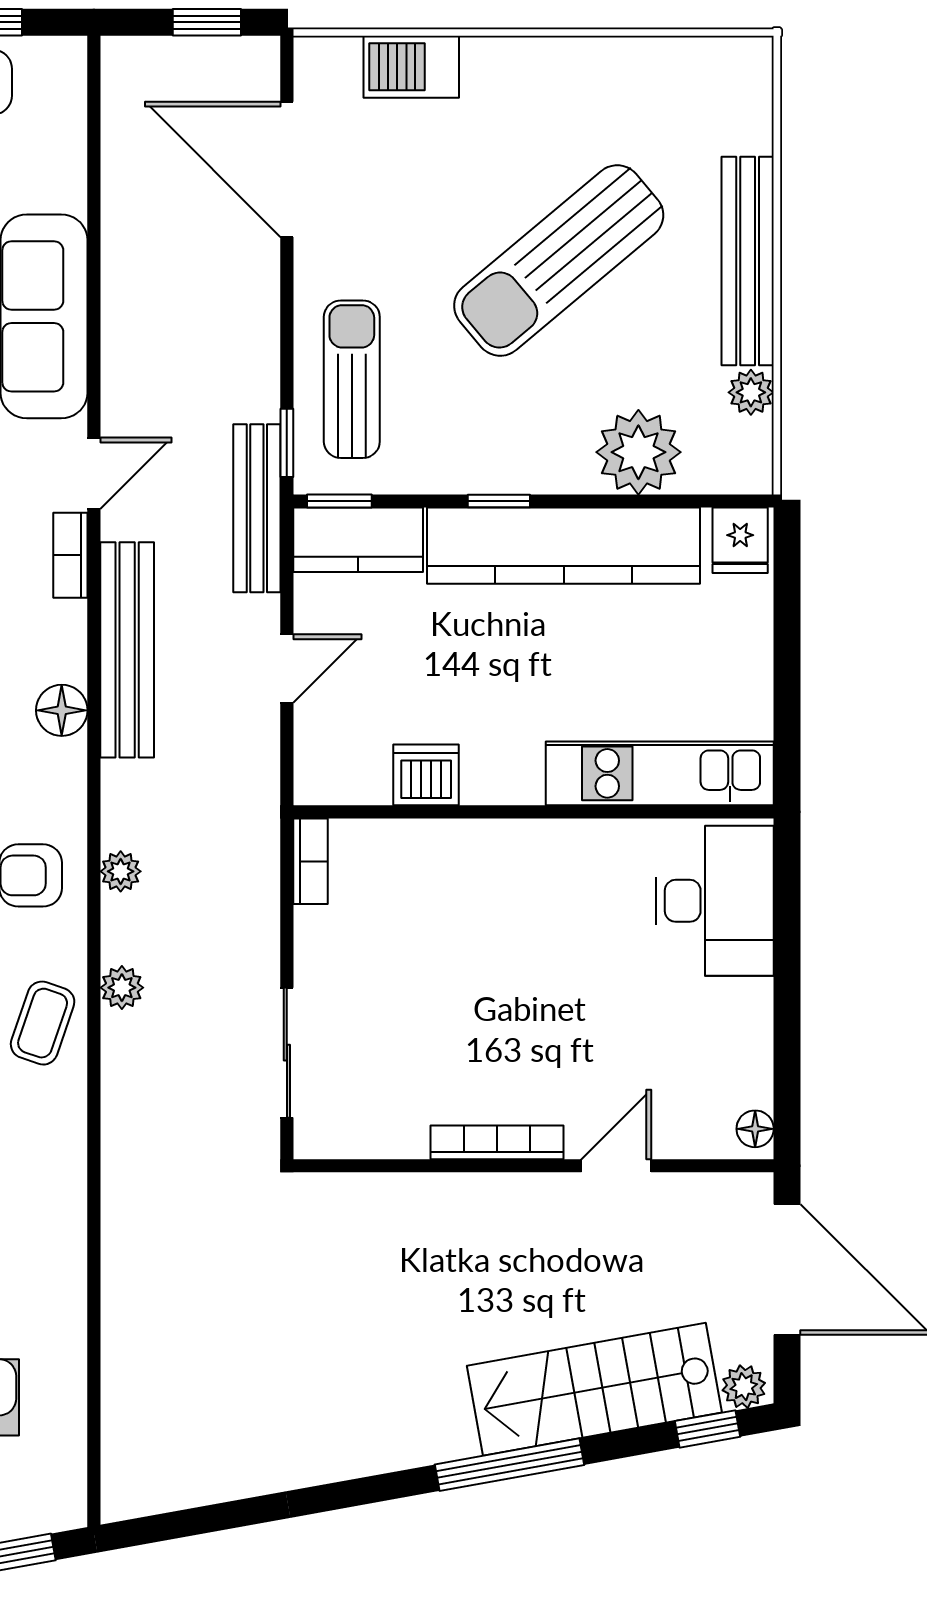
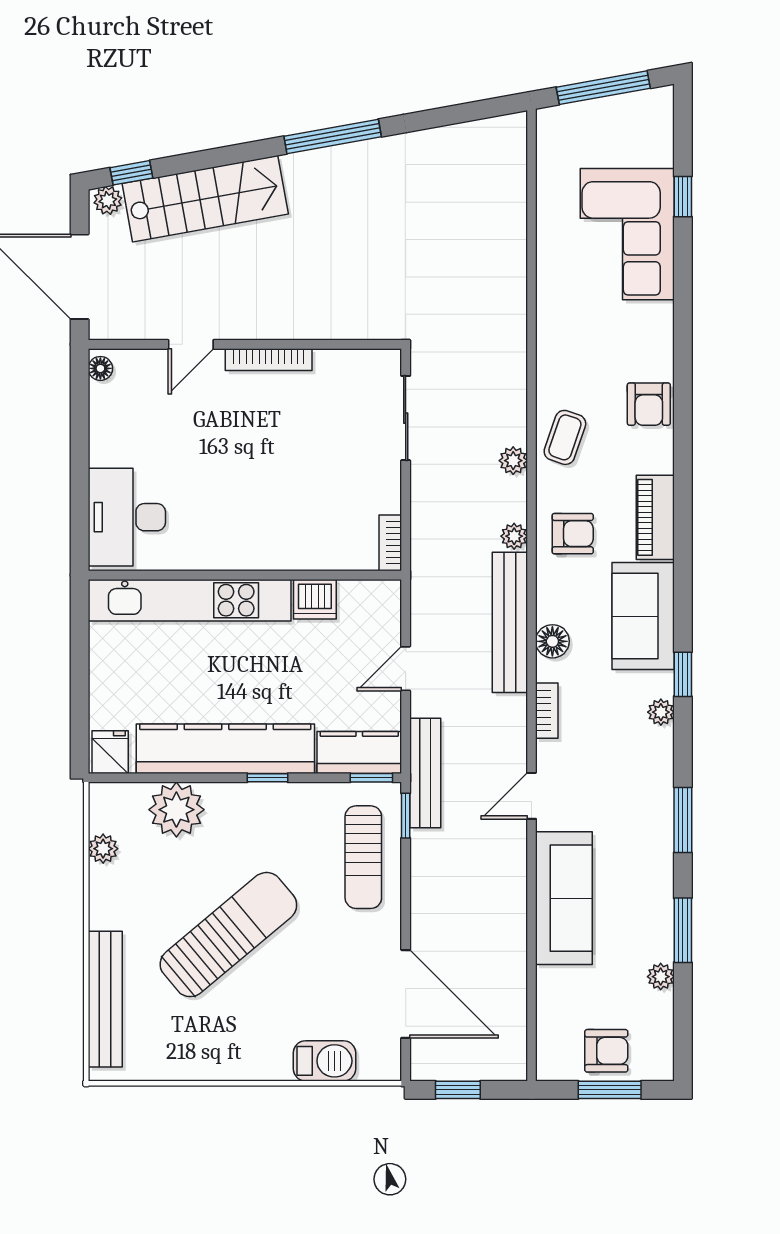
bench: (748, 261) -> (105, 999), moved
bookcase: (70, 555) -> (547, 711), moved
bench: (127, 650) -> (510, 622), moved
kitchen unit: (660, 773) -> (190, 600), width x1.36
window: (510, 1465) -> (333, 136), moved

